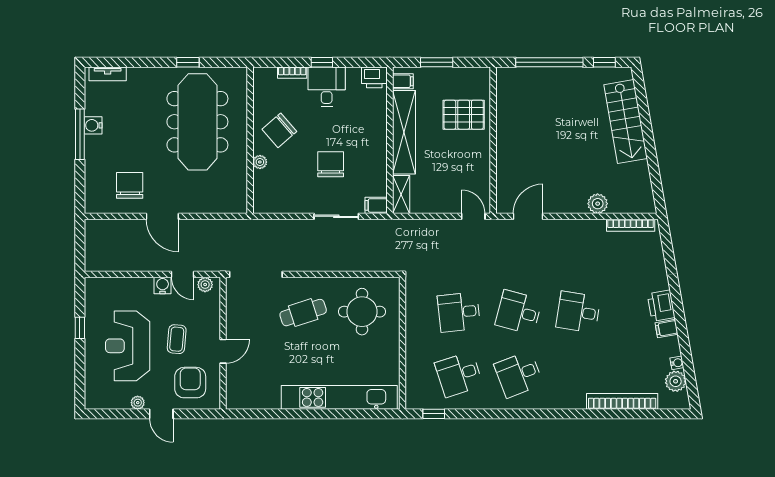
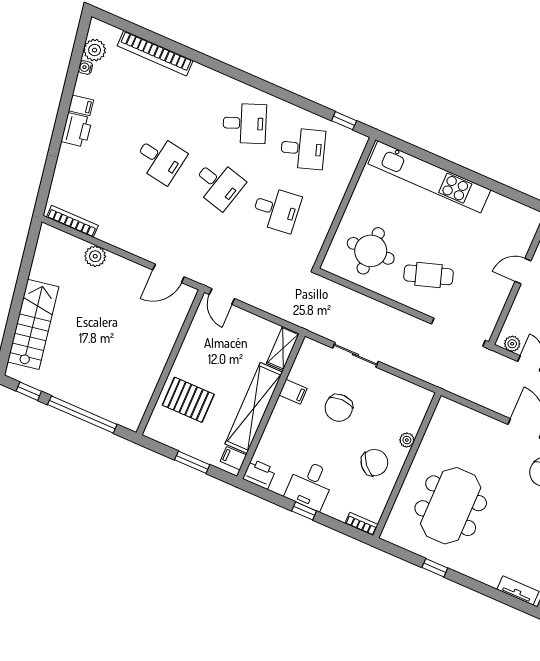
bookcase: (292, 73) -> (362, 524), moved
meeting table: (197, 122) -> (451, 506), width x0.73
filing cabinet: (376, 205) -> (293, 392), moved

